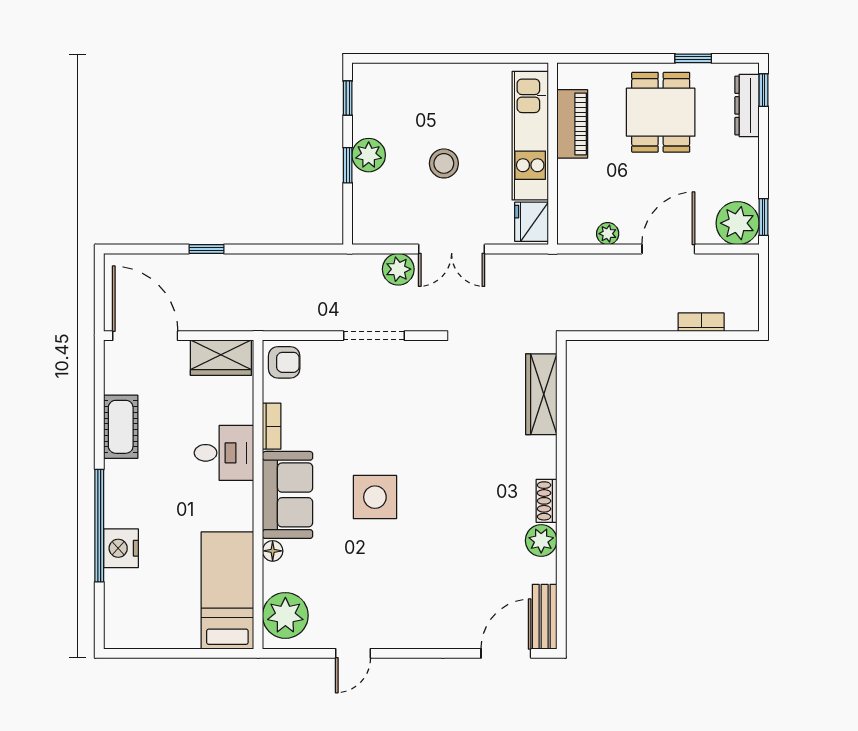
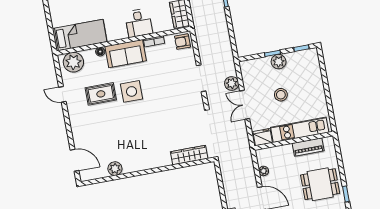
armchair: (284, 362) -> (182, 42), turned 90
shoe rack: (547, 501) -> (143, 166), removed
plant: (541, 541) -> (115, 169), moved
rug: (368, 567) -> (101, 94), added
bench: (545, 617) -> (93, 174), removed

